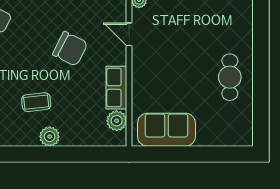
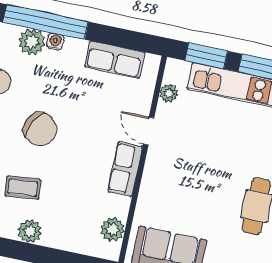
chair: (70, 49) -> (40, 129), moved
row of seats: (116, 88) -> (125, 169), moved

